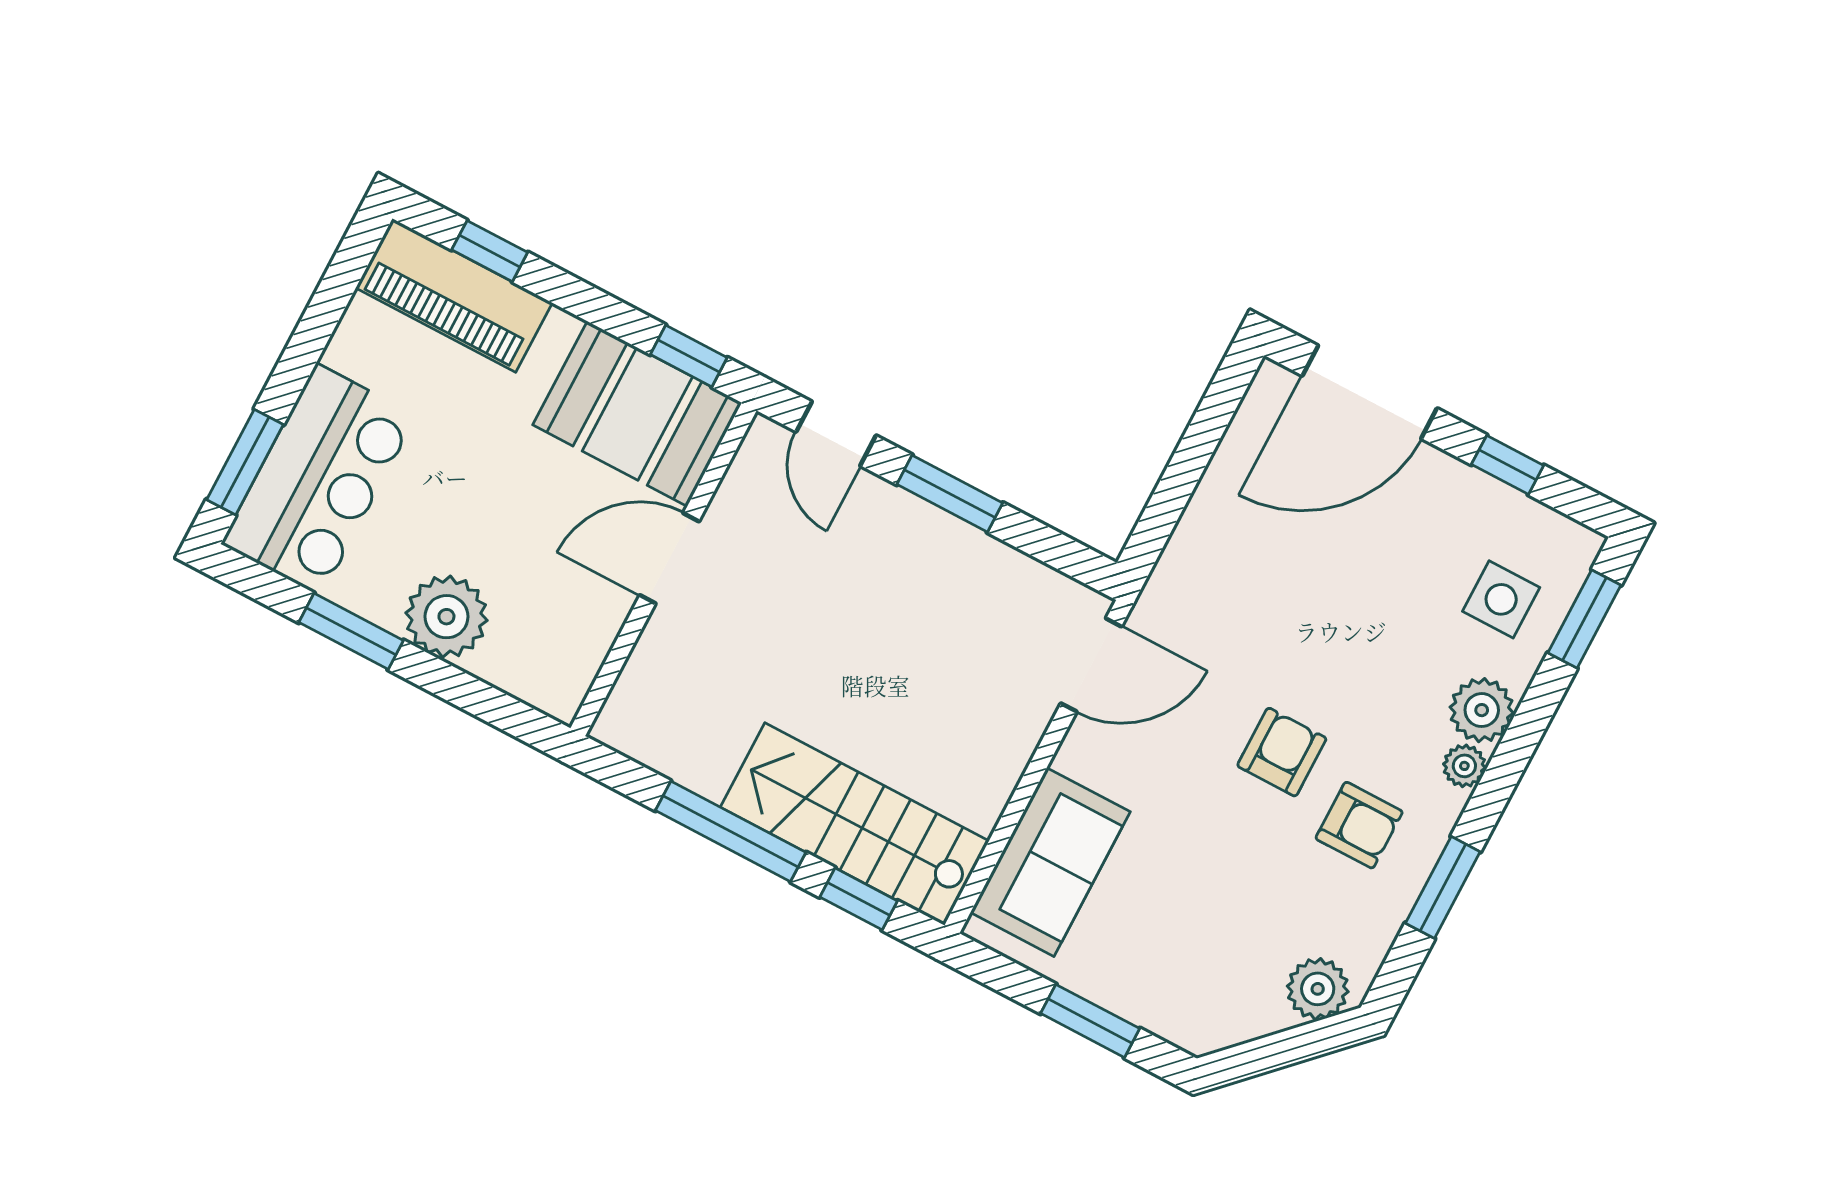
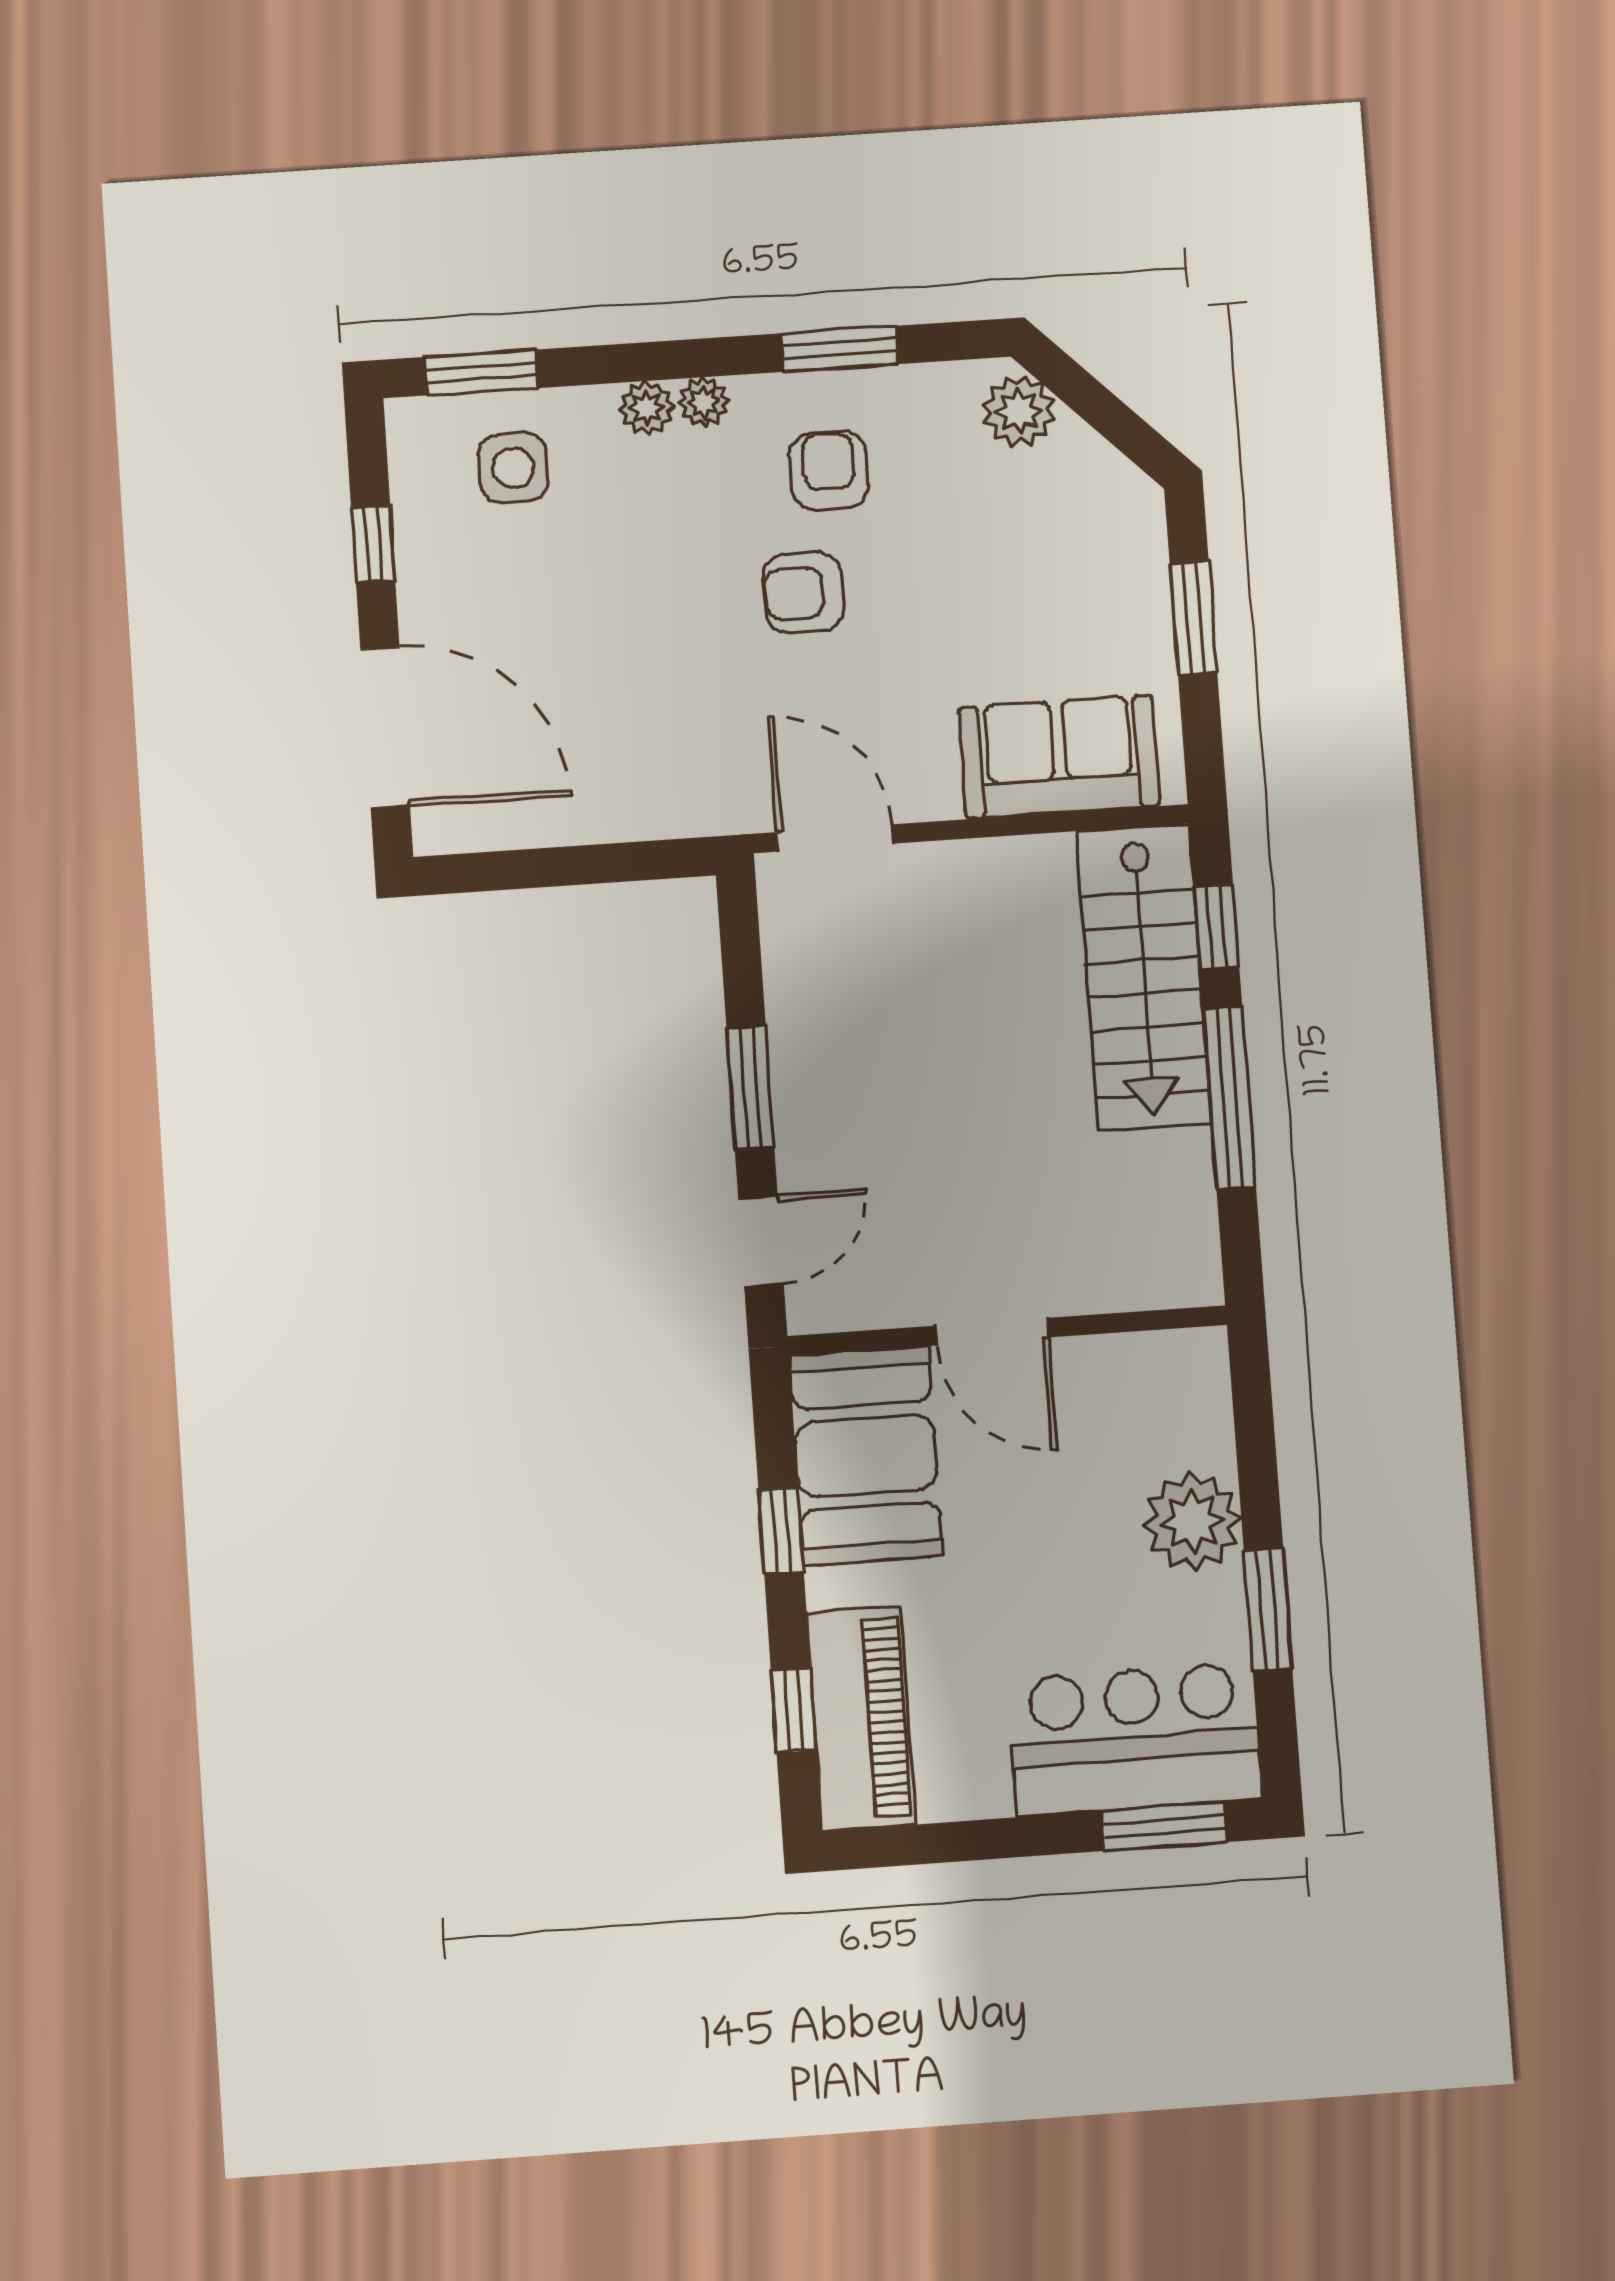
window: (689, 356) -> (781, 1531), moved
plant: (1482, 710) -> (646, 408), width x0.73, depth x0.73

